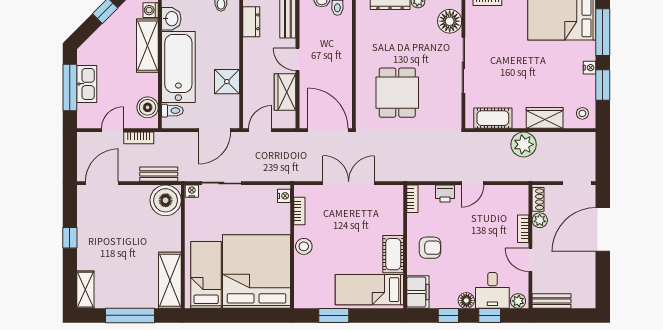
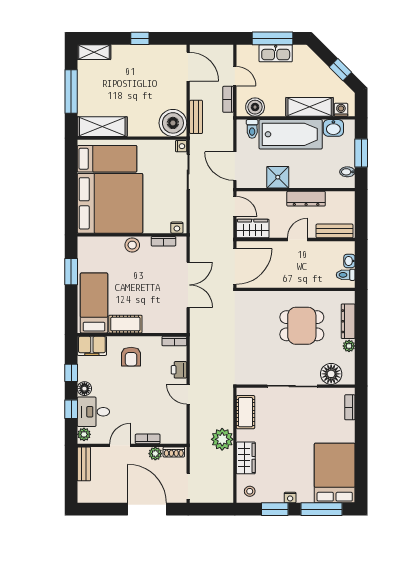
dresser: (251, 22) -> (306, 199), moved, width x1.44
wardrobe: (285, 92) -> (253, 229), moved
dining table: (397, 93) -> (302, 326), moved

